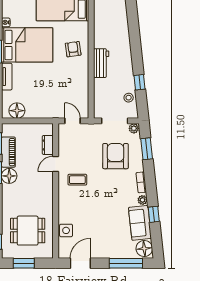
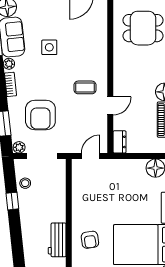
workbench: (101, 63) -> (57, 240), moved
door: (72, 121) -> (91, 156), swing flipped
dresser: (48, 145) -> (120, 142), moved
side table: (66, 230) -> (49, 47), moved

